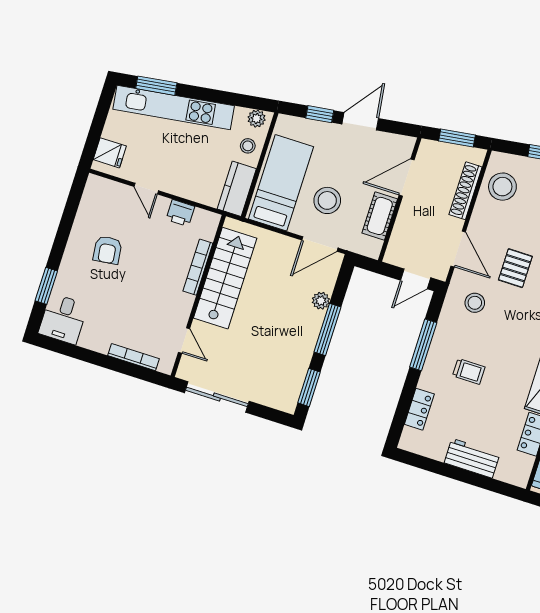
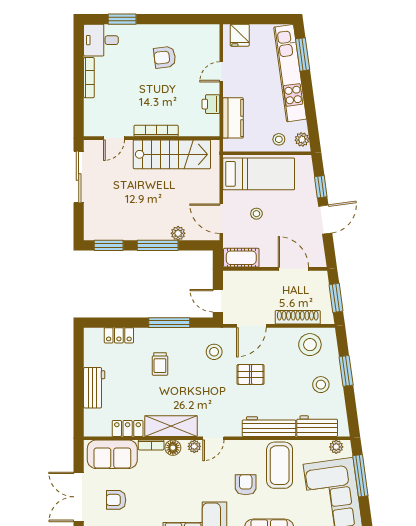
door: (360, 121) -> (325, 220), hinge flipped
kitchen counter: (237, 189) -> (233, 118), moved, turned 90
stool: (327, 200) -> (256, 214), width x0.53, depth x0.53
cot: (380, 216) -> (241, 258), moved
bookcase: (198, 267) -> (156, 131), moved
bookcase: (133, 357) -> (89, 78), moved

